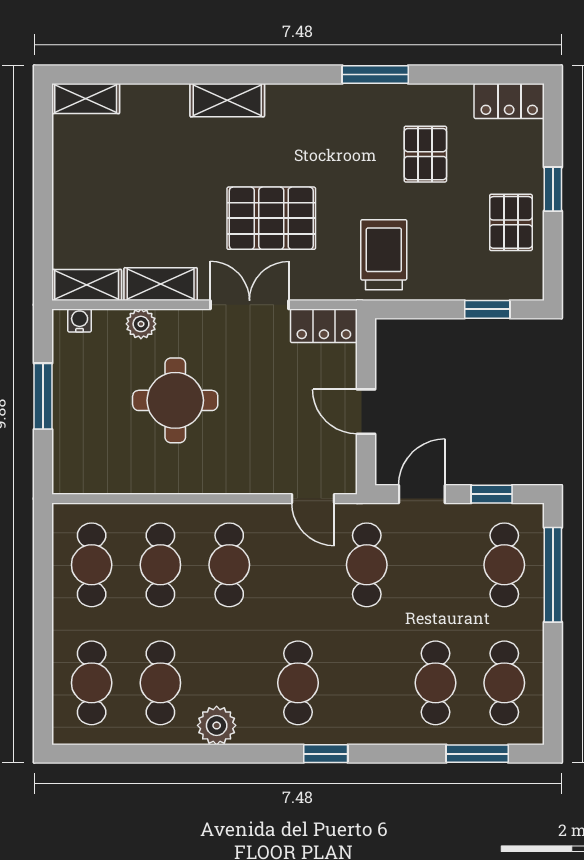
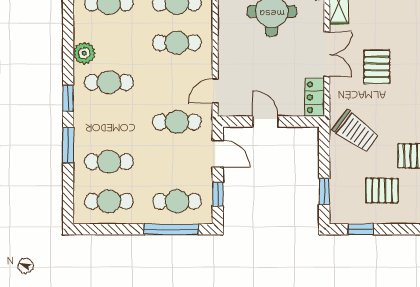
window: (553, 189) -> (361, 229), moved
pallet: (271, 218) -> (377, 67), width x0.67, depth x0.71
pallet: (511, 222) -> (382, 191), moved
trolley: (384, 255) -> (356, 132), turned 37
door: (366, 412) -> (265, 122), hinge flipped
plant: (217, 725) -> (84, 53), moved
window: (477, 754) -> (68, 145), moved

